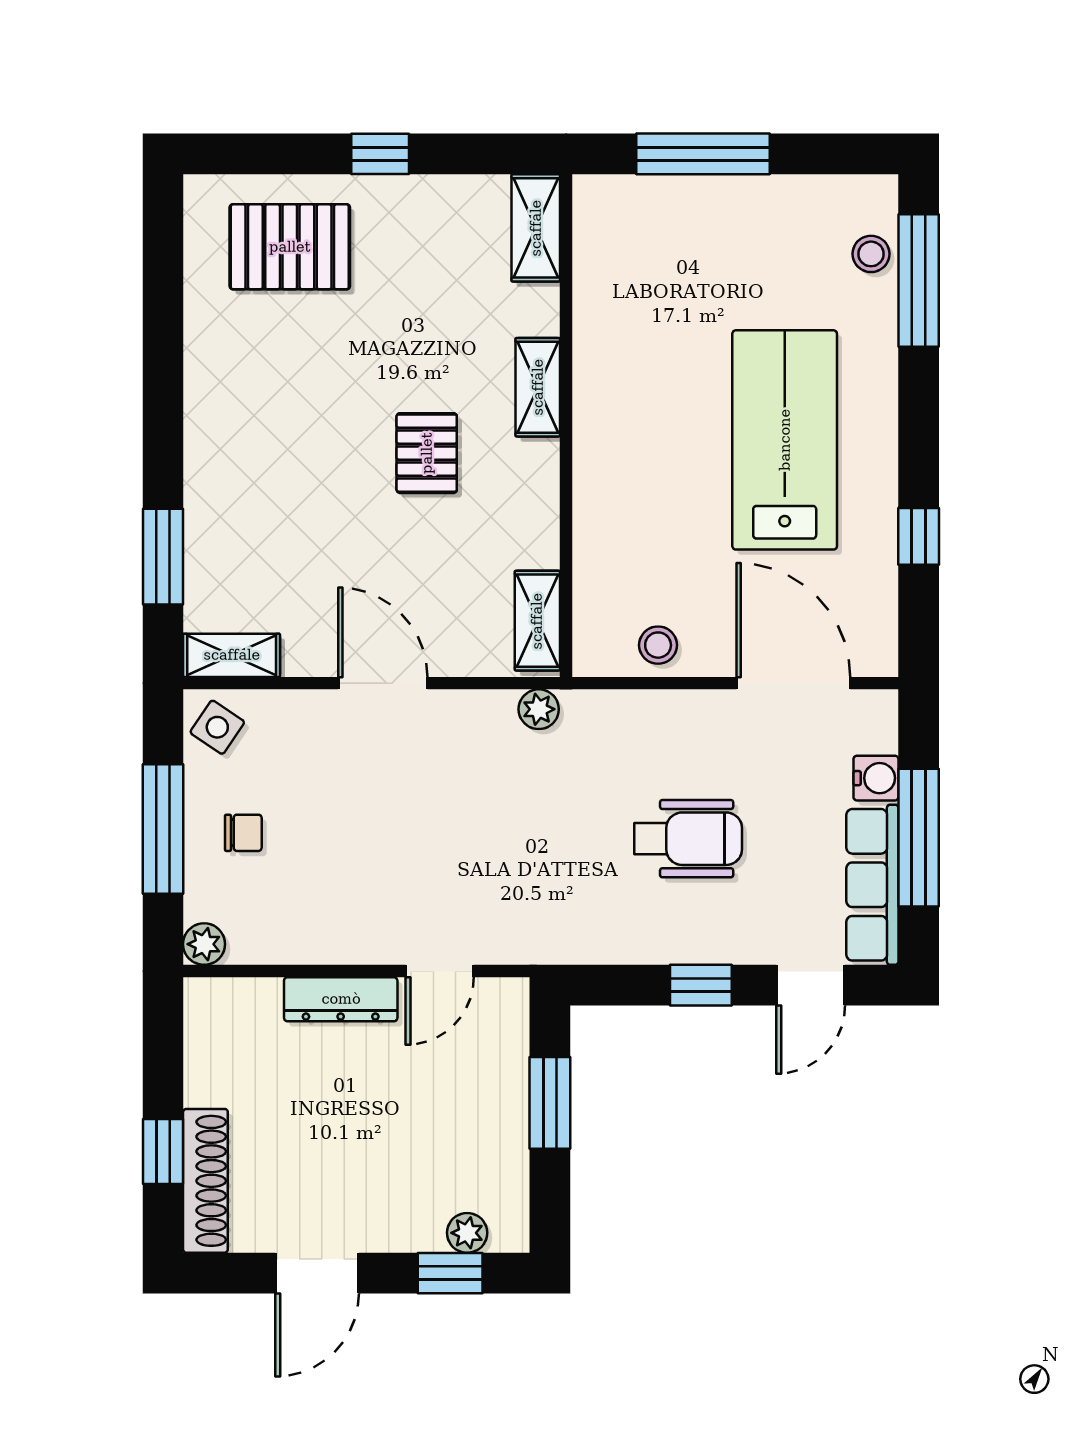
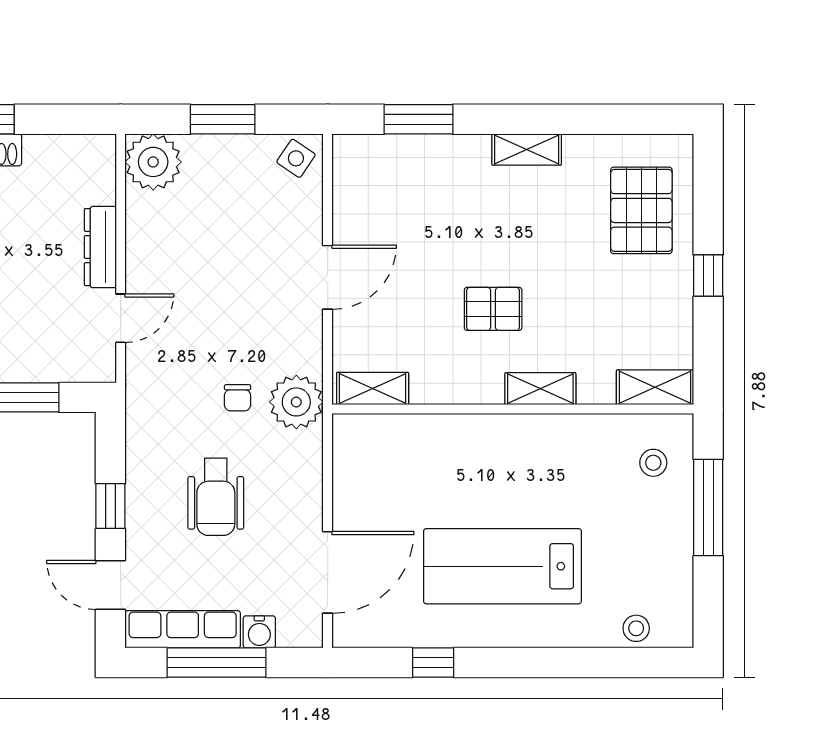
window: (919, 280) -> (617, 663), removed
lab bench: (785, 440) -> (502, 566), turned 180
stool: (658, 645) -> (653, 463), moved
shelving: (232, 655) -> (527, 149), moved, turned 90
plant: (539, 709) -> (296, 402), width x1.88, depth x1.88
window: (163, 829) -> (223, 119), width x0.69
chair: (243, 833) -> (238, 398), moved
plant: (204, 944) -> (153, 162), width x1.88, depth x1.88
door: (440, 971) -> (121, 318), swing flipped

